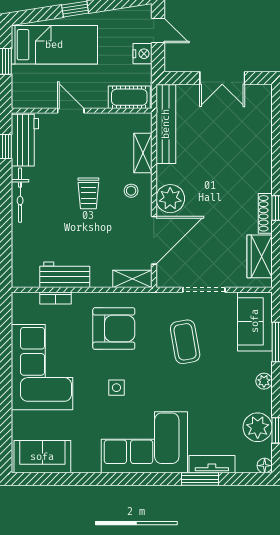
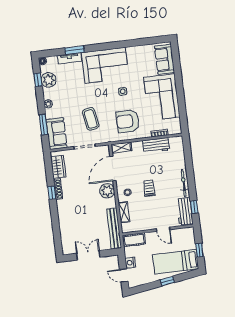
sofa: (42, 457) -> (165, 59), moved, turned 90

